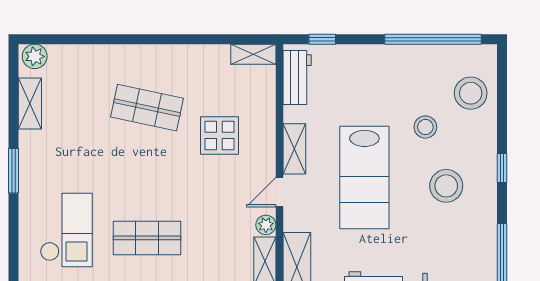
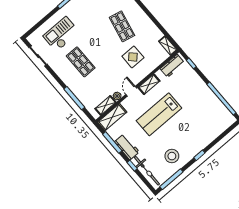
stool: (471, 93) -> (215, 125), removed
stool: (425, 127) -> (192, 120), removed
stool: (446, 186) -> (172, 156), moved
door: (279, 192) -> (131, 91), hinge flipped
checkout: (66, 230) -> (61, 34), turned 180

